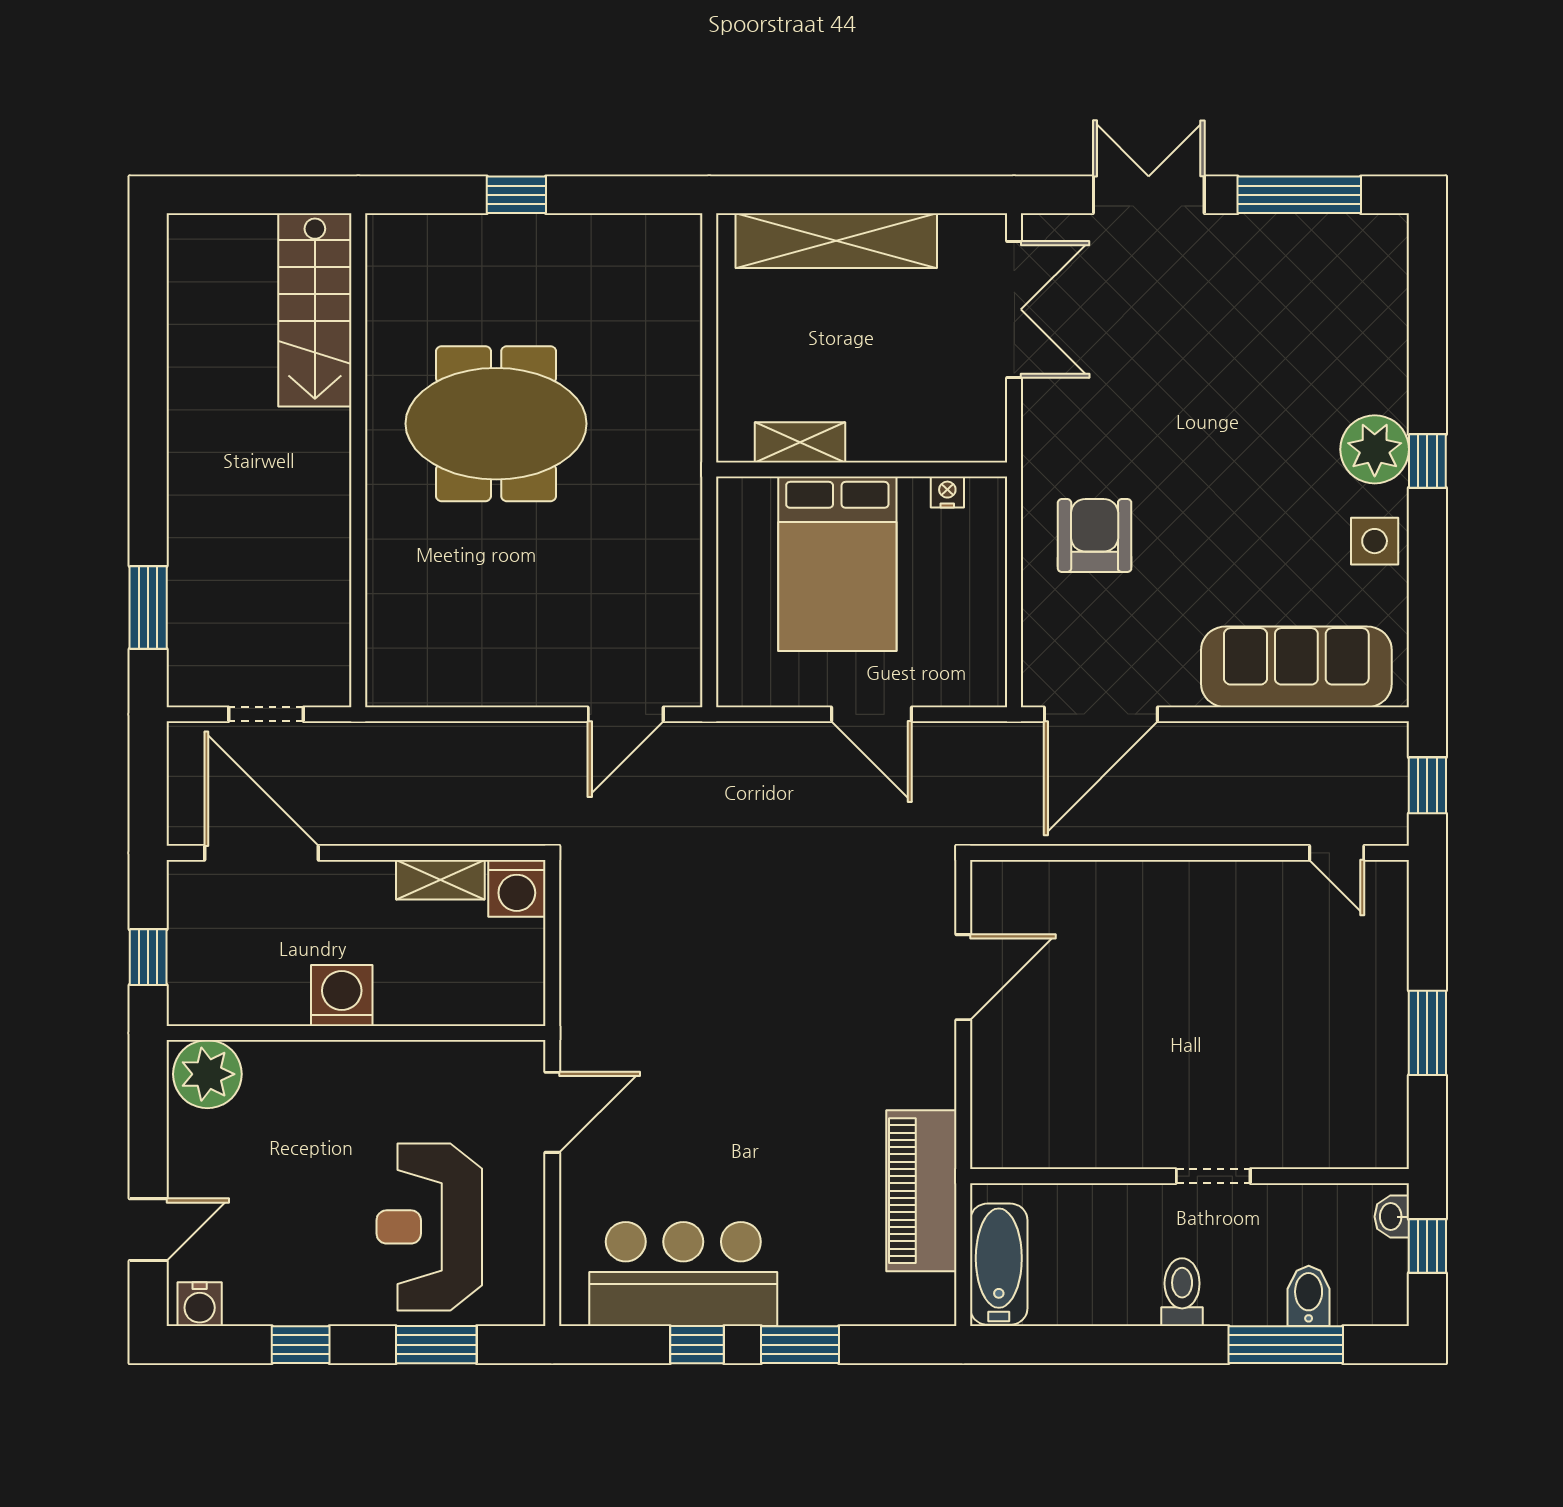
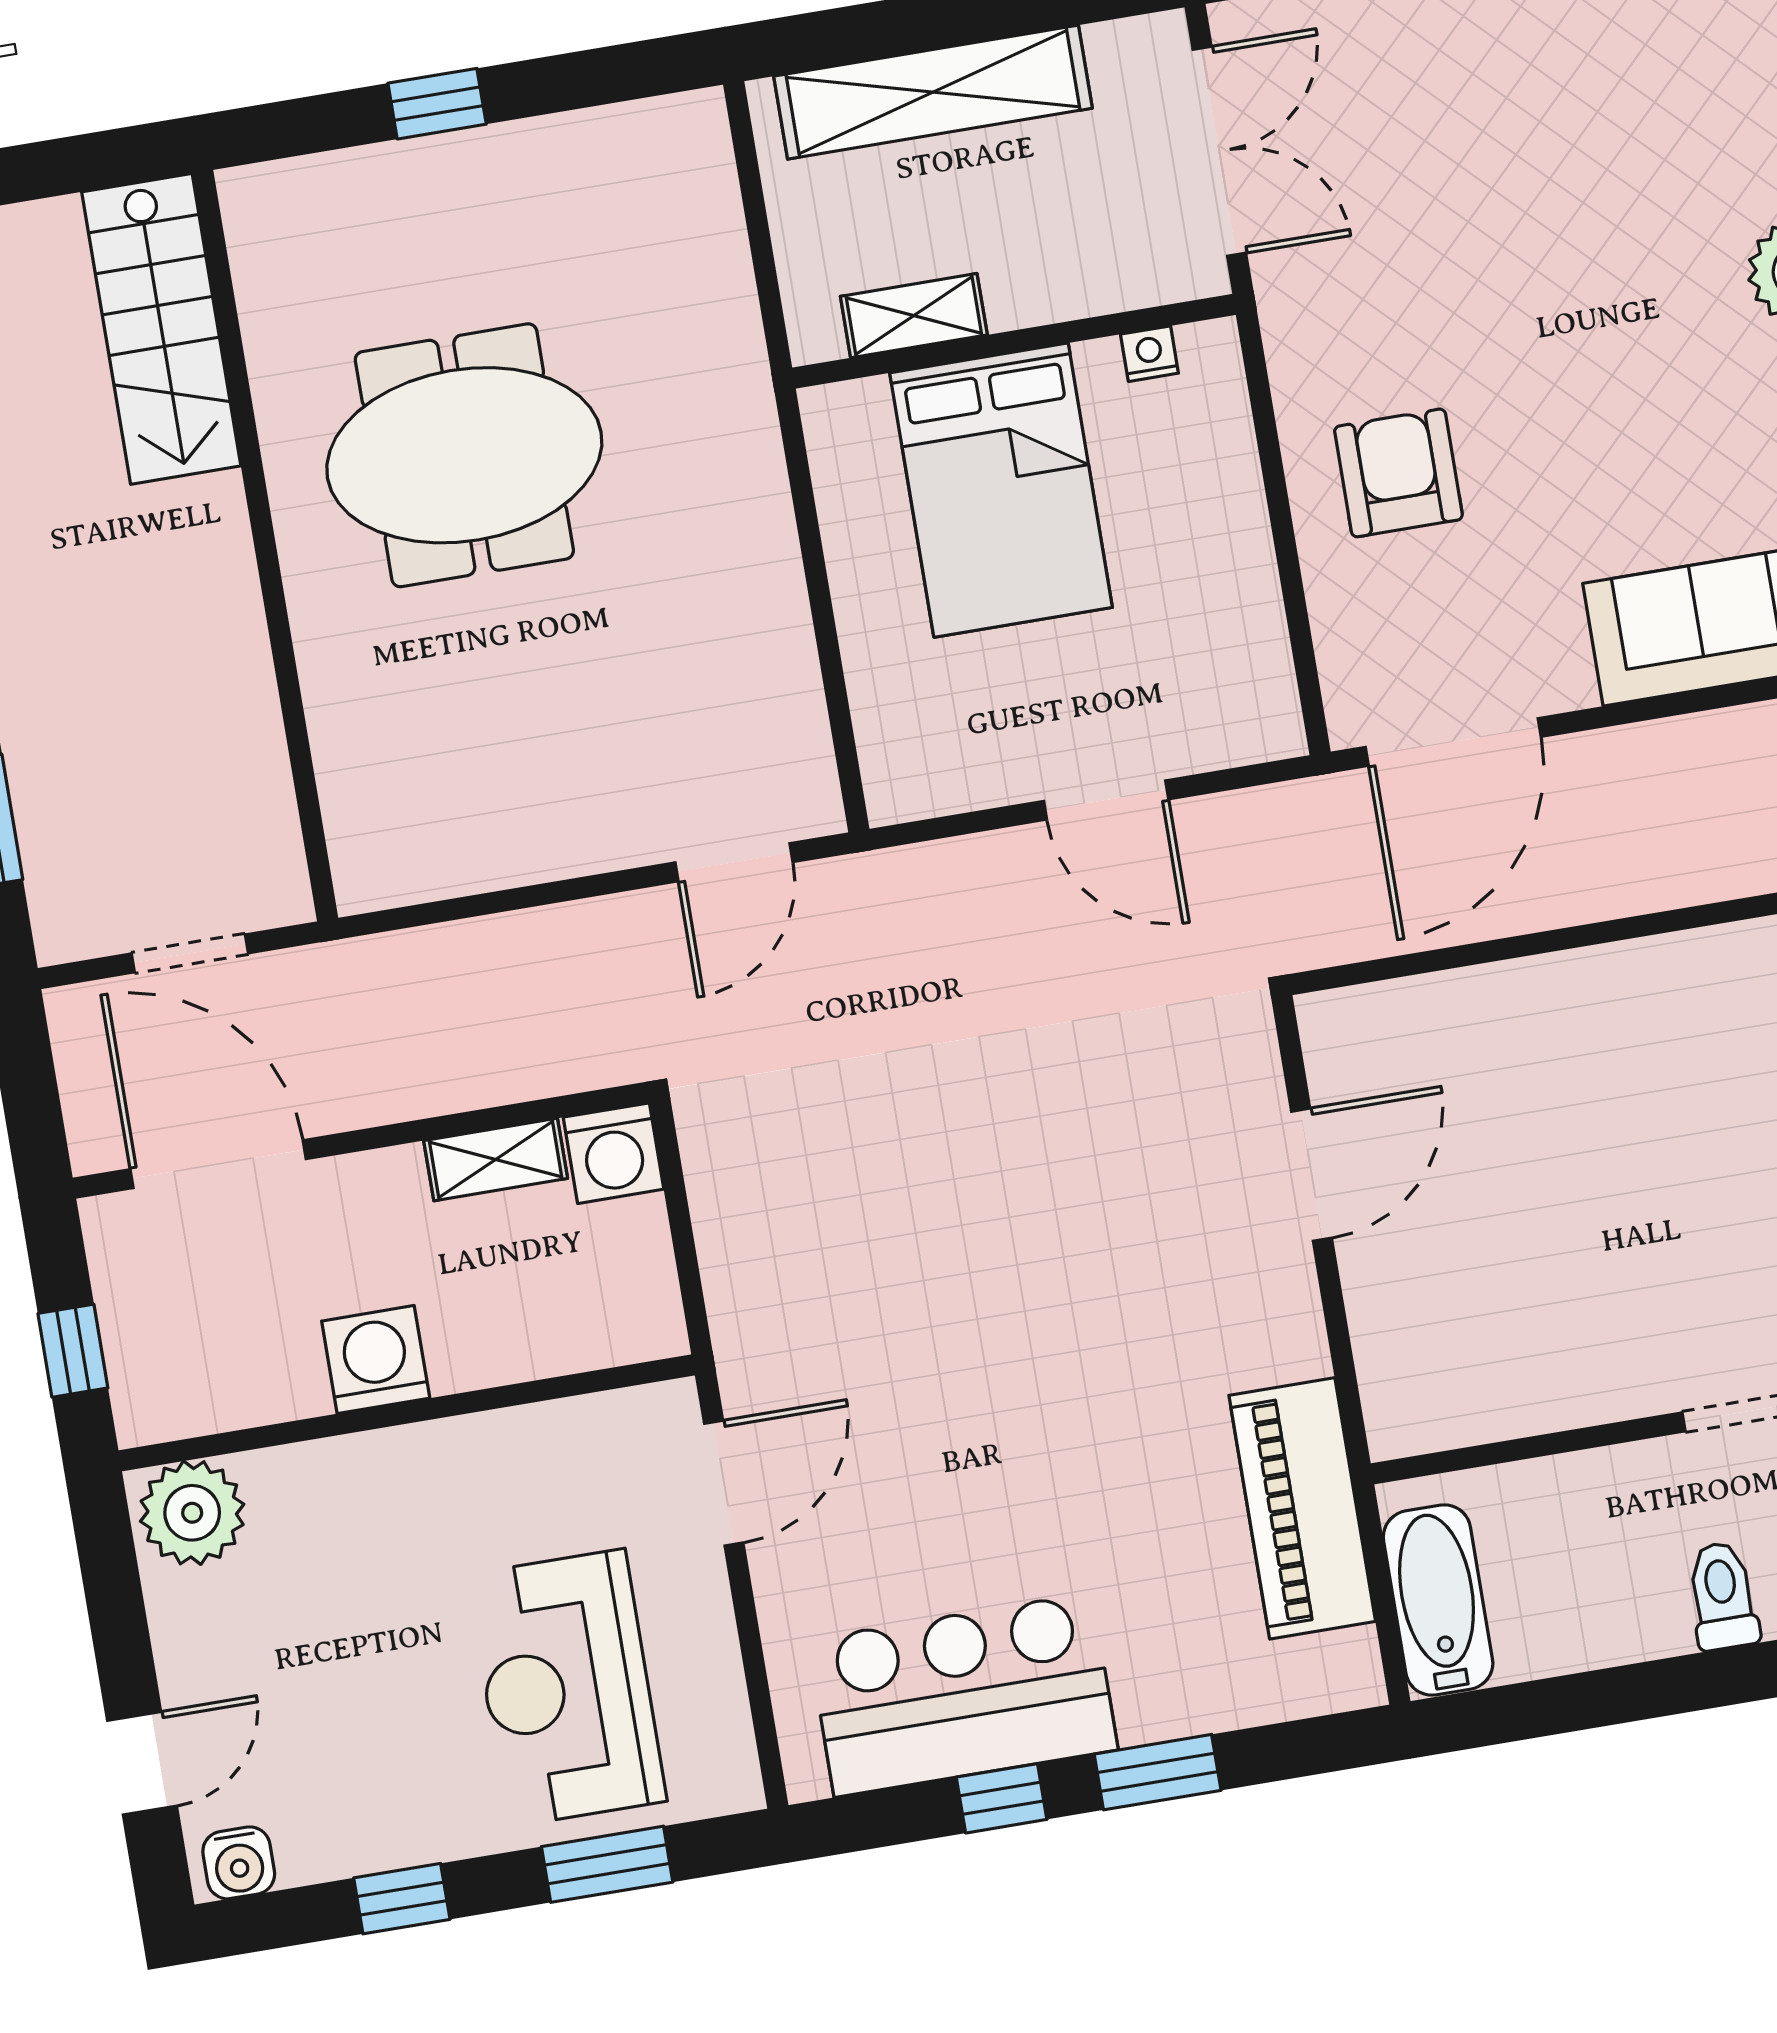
shelving: (800, 442) -> (914, 316), moved
wall: (862, 470) -> (1014, 341), moved
nightstand: (947, 492) -> (1149, 354), moved
bed: (837, 564) -> (1001, 490), moved

